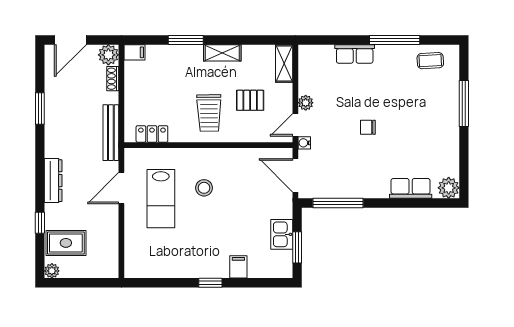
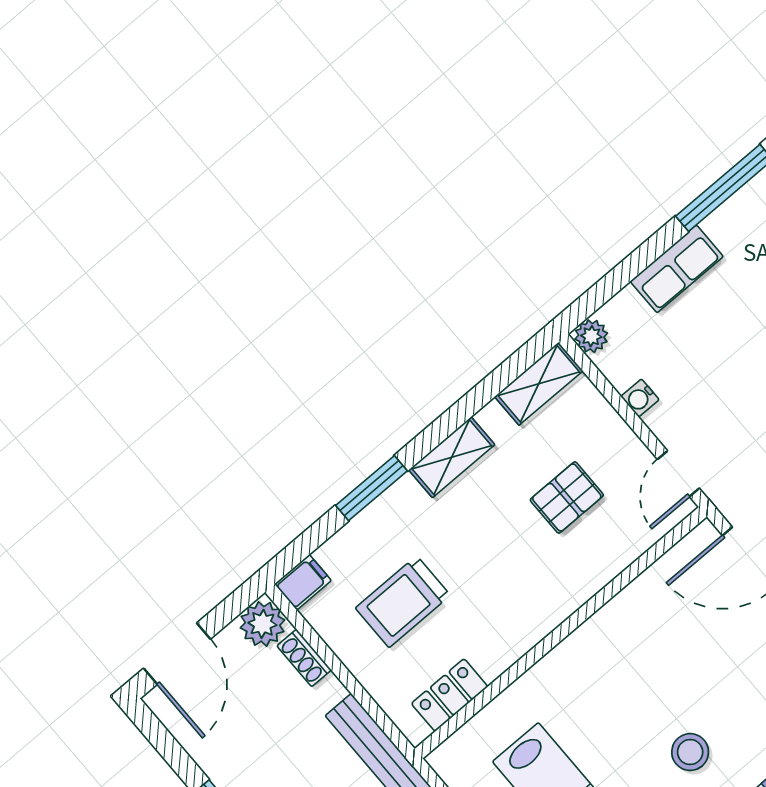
shelving: (284, 63) -> (539, 384), moved, turned 90
plant: (306, 103) -> (591, 336), moved
trolley: (209, 113) -> (403, 602), moved, turned 91
water cooler: (304, 143) -> (640, 398), moved
stool: (204, 188) -> (690, 752), moved

